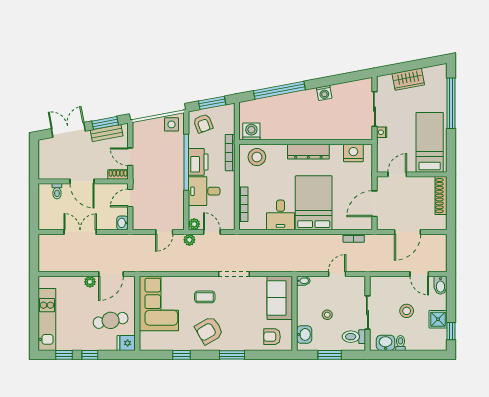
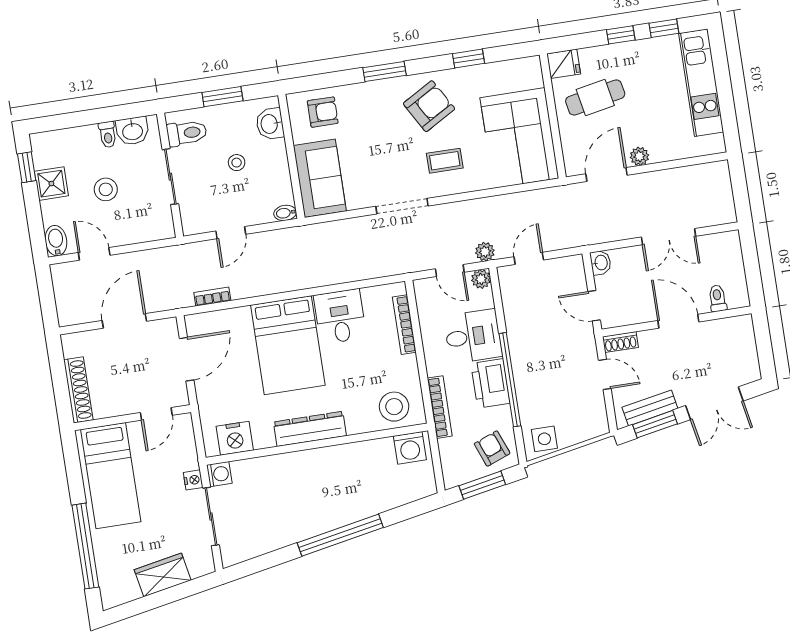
window: (279, 90) -> (340, 535), moved
washing machine: (324, 93) -> (219, 474), moved, turned 101
door: (130, 198) -> (594, 306), swing flipped

